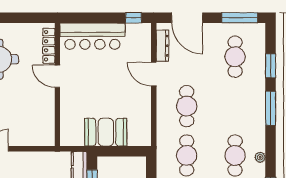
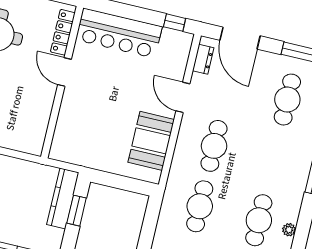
dresser: (162, 46) -> (203, 59), width x0.70
booth: (106, 132) -> (151, 141), moved, turned 90

